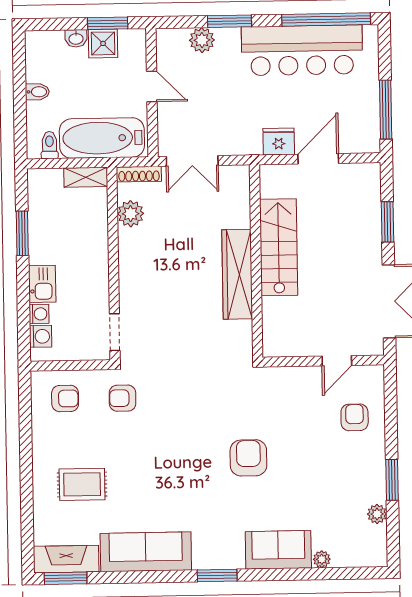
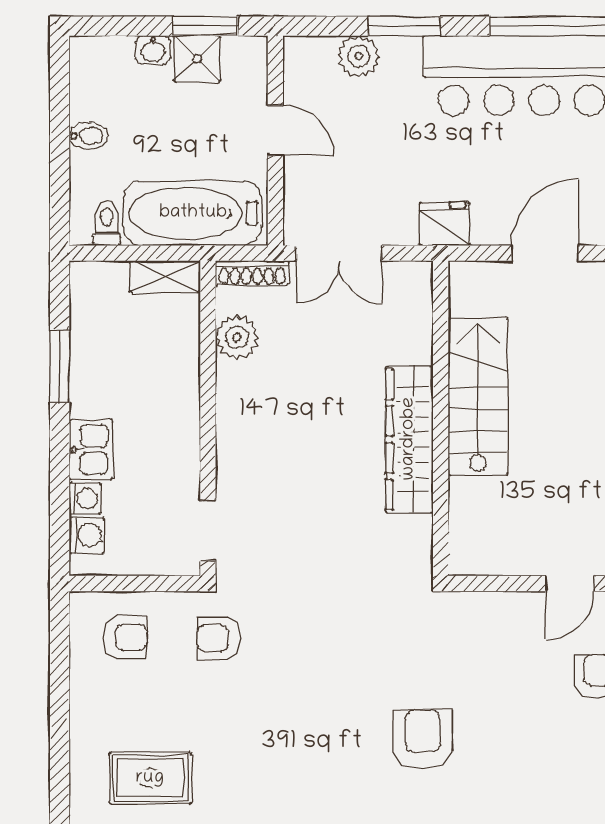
fridge: (279, 142) -> (444, 224), moved

